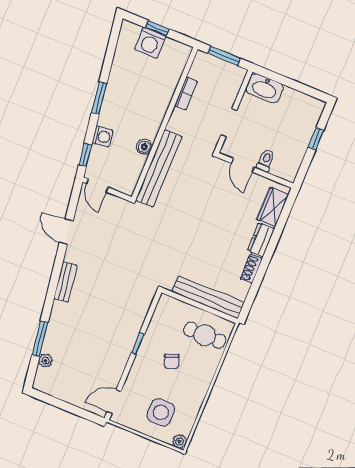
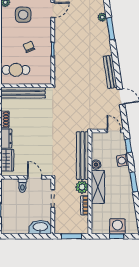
shelving: (155, 113) -> (98, 187), added
plant: (179, 122) -> (82, 187), added
bench: (65, 282) -> (110, 72), width x1.36

